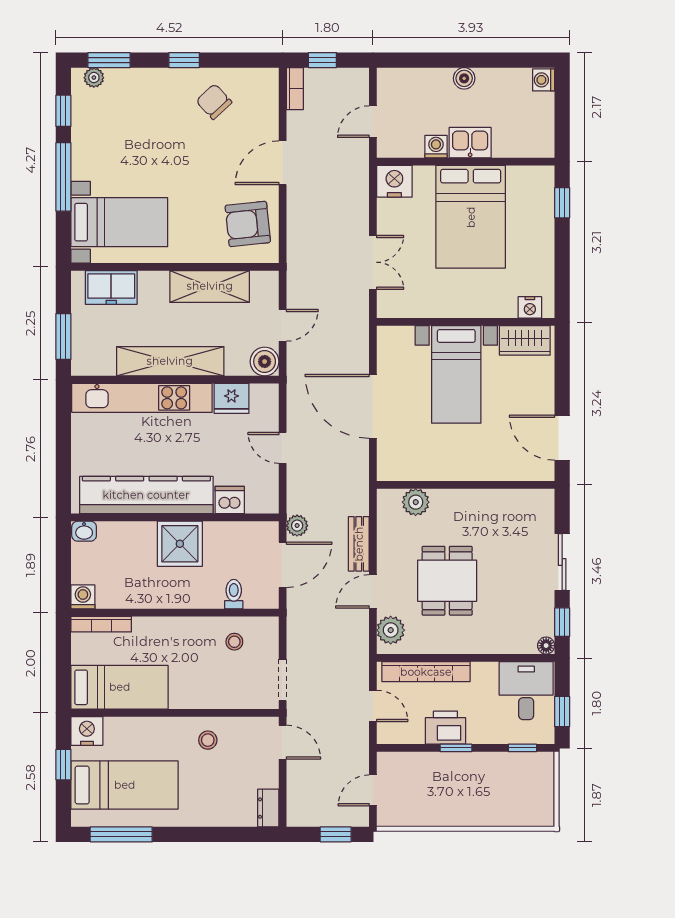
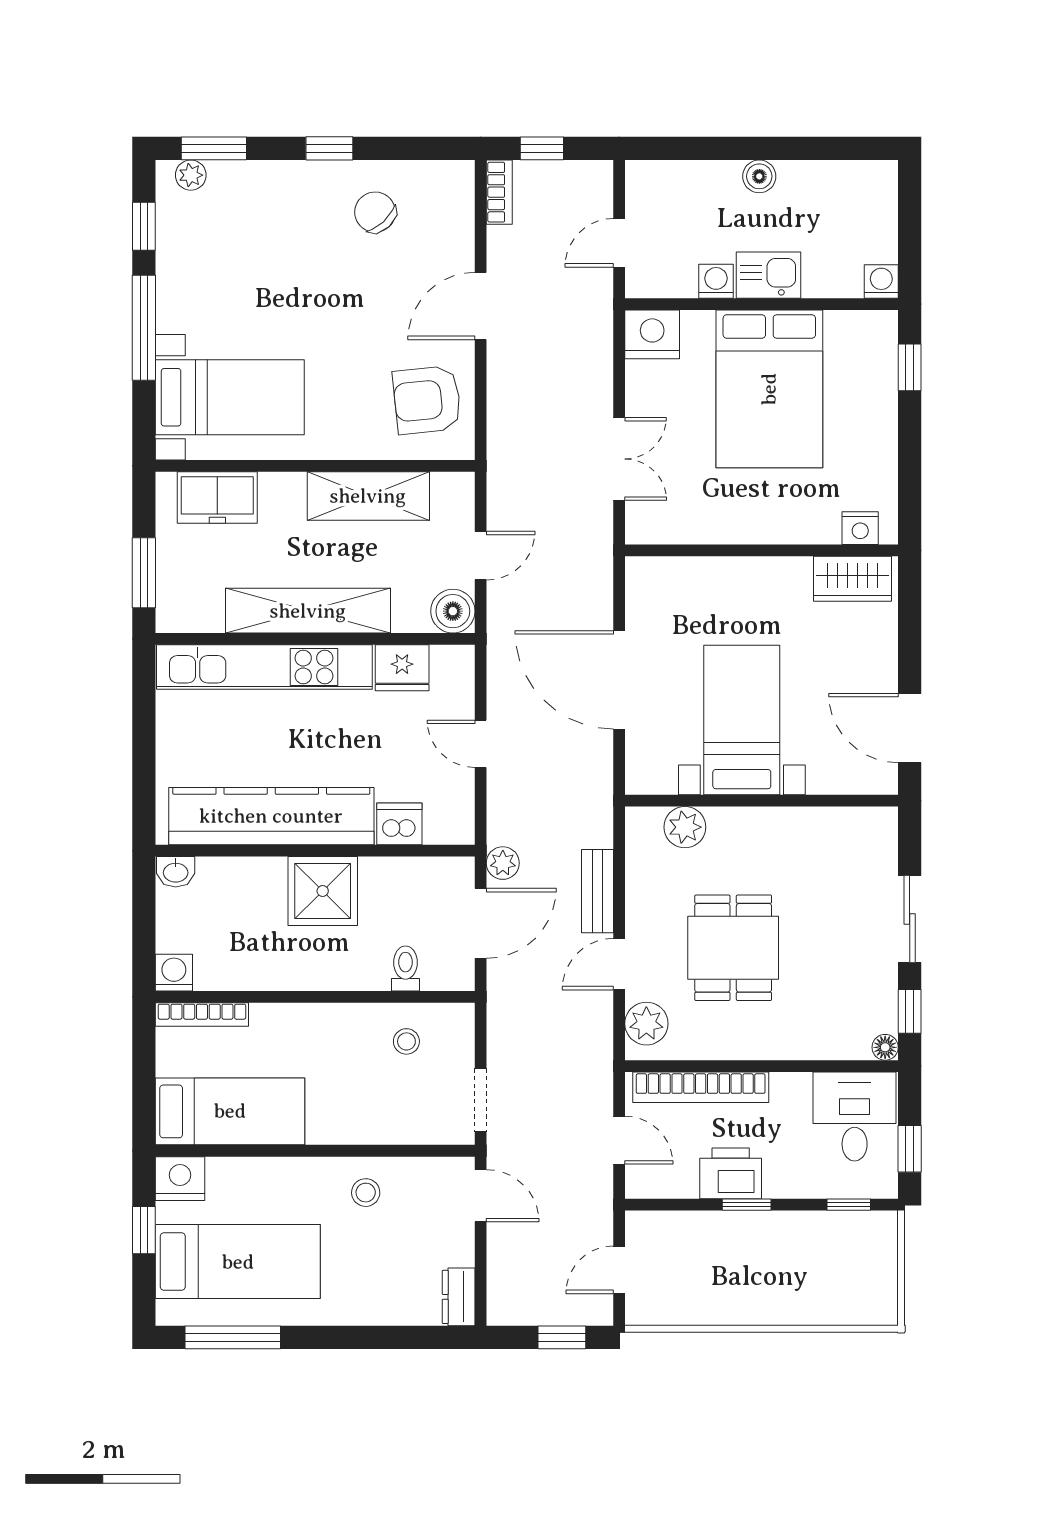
washing machine: (544, 80) -> (881, 282), moved, turned 90
bed with nightstands: (456, 374) -> (742, 720), moved, turned 180

